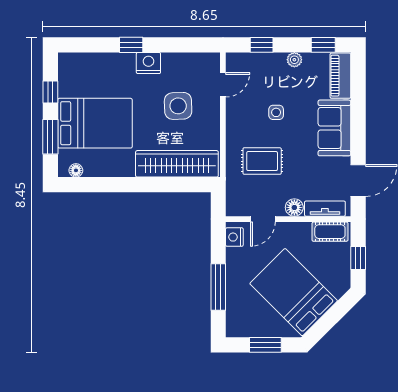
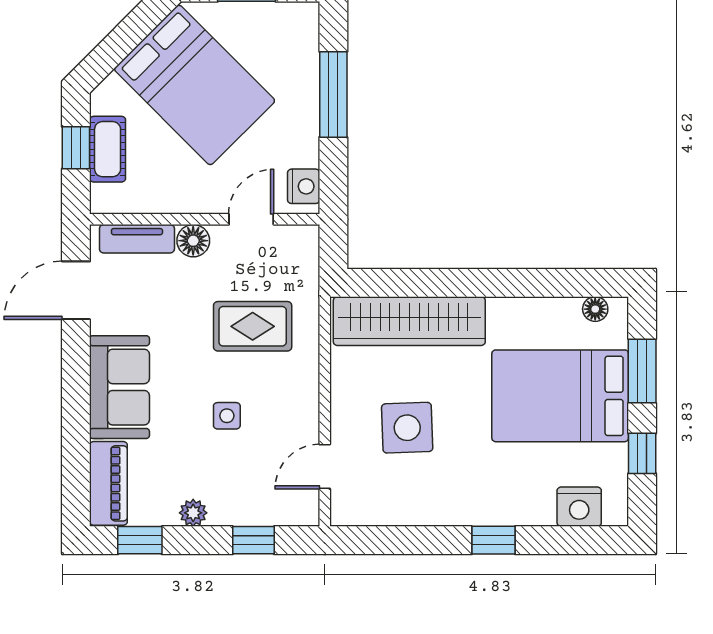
nightstand: (148, 63) -> (579, 507), moved
cot: (330, 232) -> (108, 149), moved, turned 90

